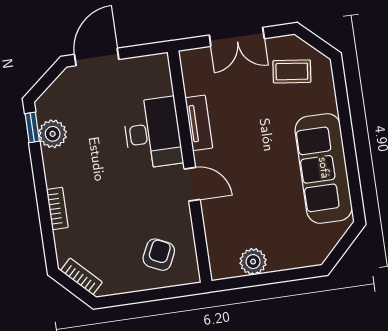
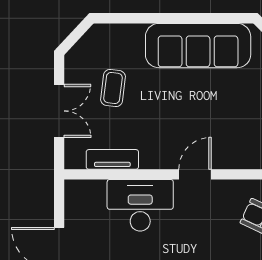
coffee table: (292, 71) -> (113, 88), moved
tv unit: (199, 123) -> (112, 159), moved

